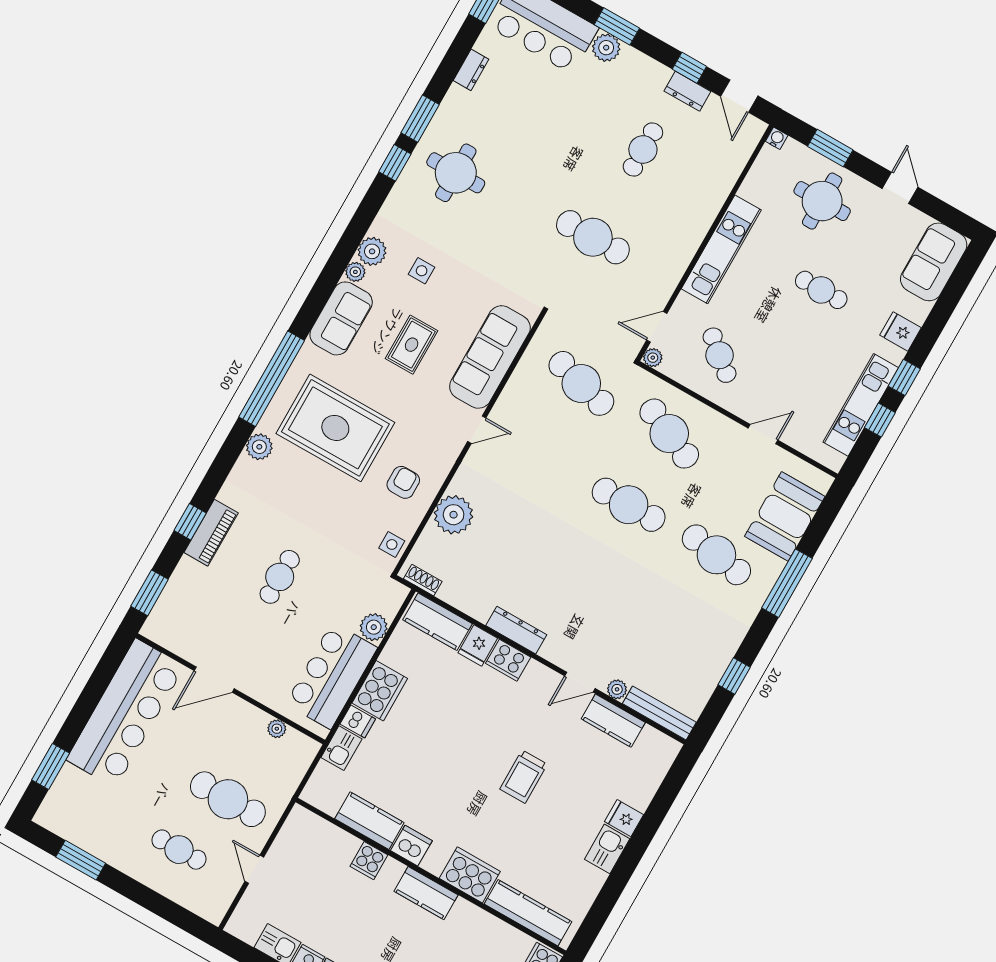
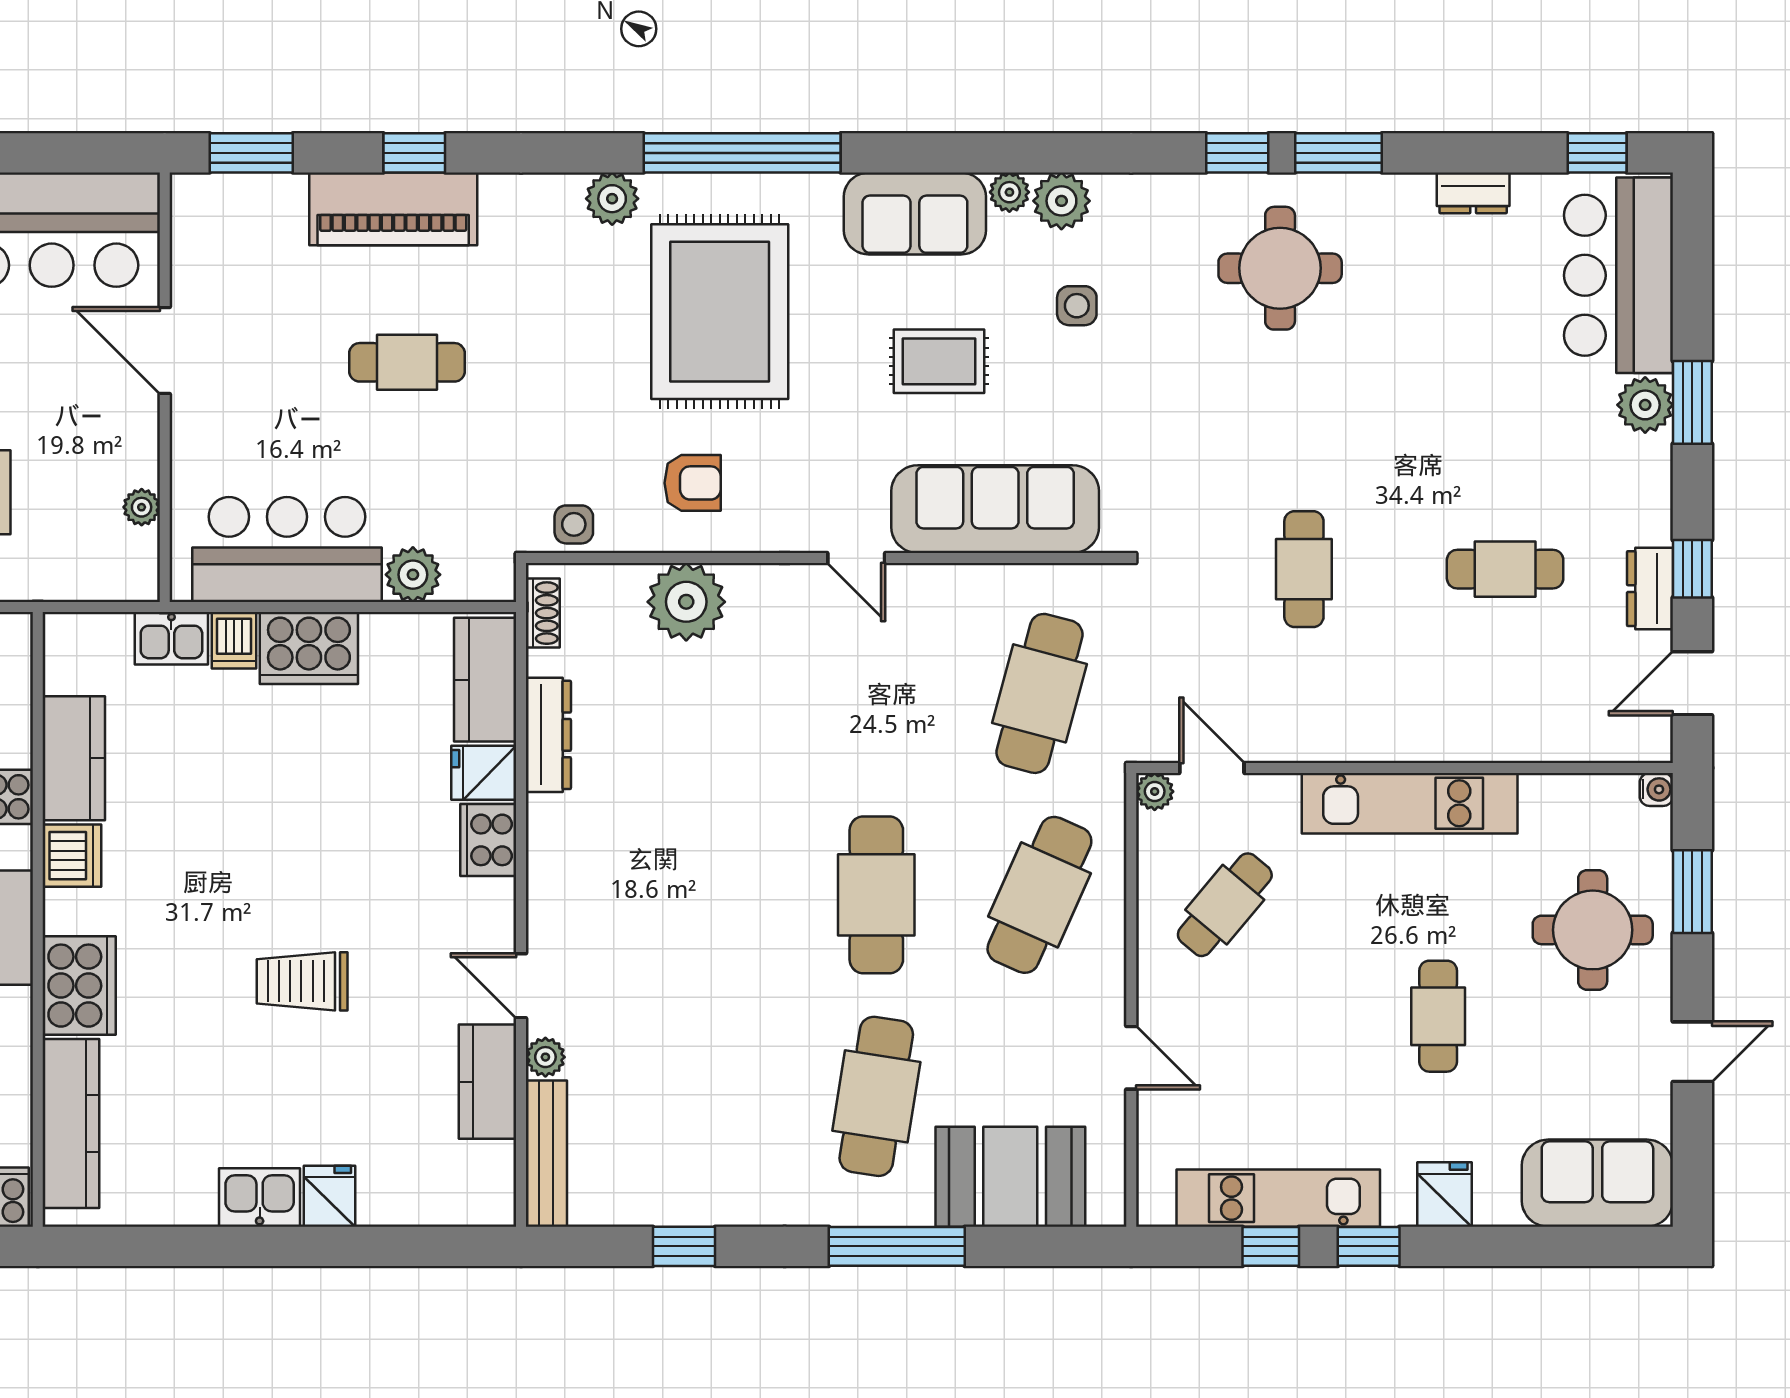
cafe table: (593, 237) -> (1304, 569), width x0.73, depth x0.74
piano: (211, 533) -> (393, 209), width x1.37, depth x1.33
dresser: (516, 630) -> (548, 735), moved

